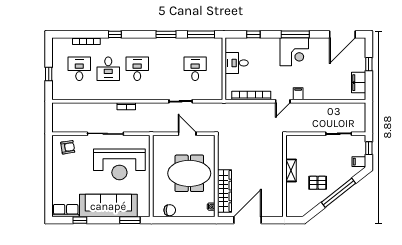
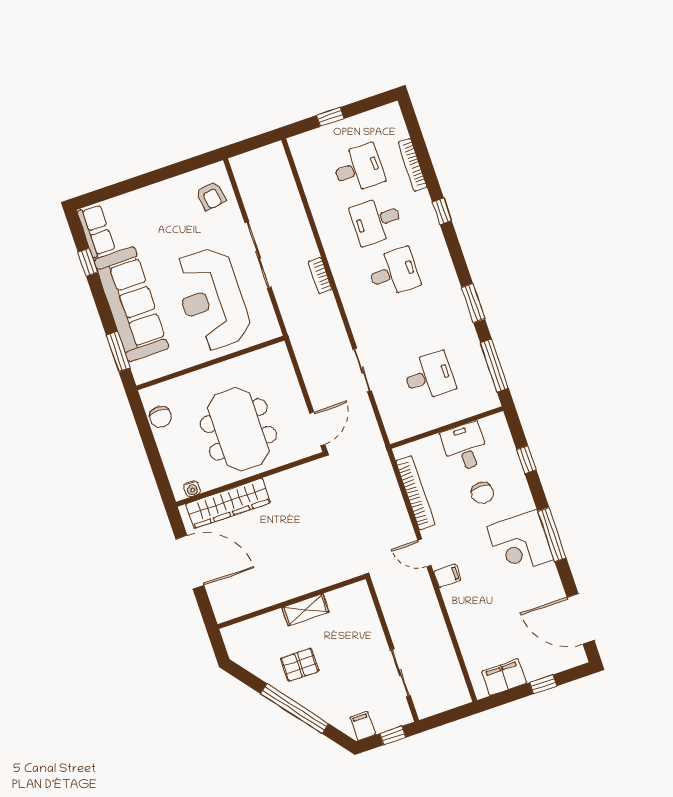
chair: (263, 62) -> (482, 493), added
door: (187, 134) -> (317, 429), moved
pallet: (318, 183) -> (300, 665), turned 90

